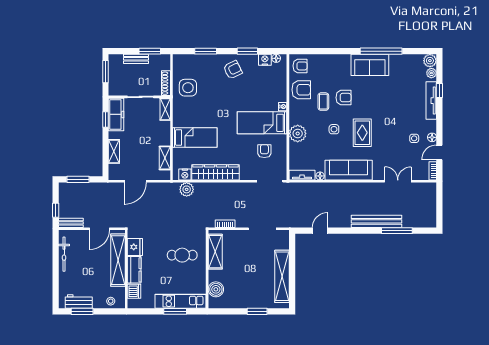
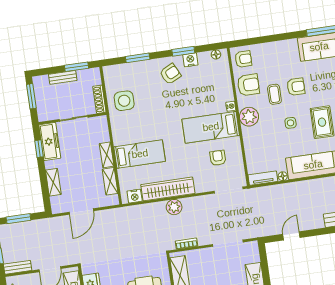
nightstand: (265, 60) -> (190, 60), moved
shelving: (165, 109) -> (107, 155), moved
plant: (298, 133) -> (249, 117), moved
plant: (187, 189) -> (174, 207), moved

